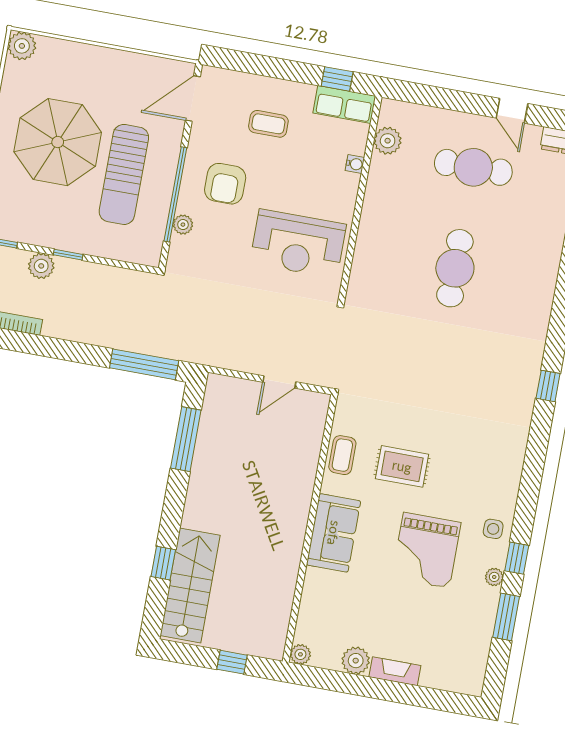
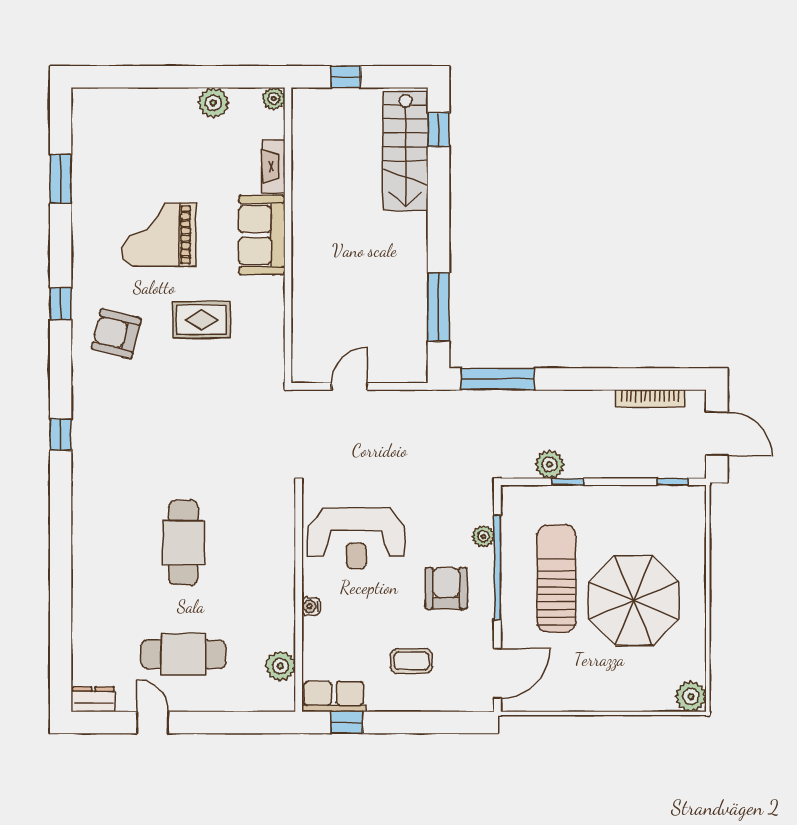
water cooler: (355, 164) -> (311, 606), moved
reception desk: (298, 244) -> (356, 538), turned 180
window: (68, 255) -> (568, 482), moved
plant: (41, 266) -> (550, 464), moved
coffee table: (342, 455) -> (268, 320), removed
armchair: (481, 468) -> (116, 334), added
side table: (493, 529) -> (92, 271), removed
grand piano: (426, 550) -> (159, 235), turned -90
window: (517, 558) -> (61, 304), moved
window: (163, 563) -> (439, 130), moved
plant: (494, 577) -> (81, 219), removed
fireplace: (395, 671) -> (273, 167), moved, turned 90

